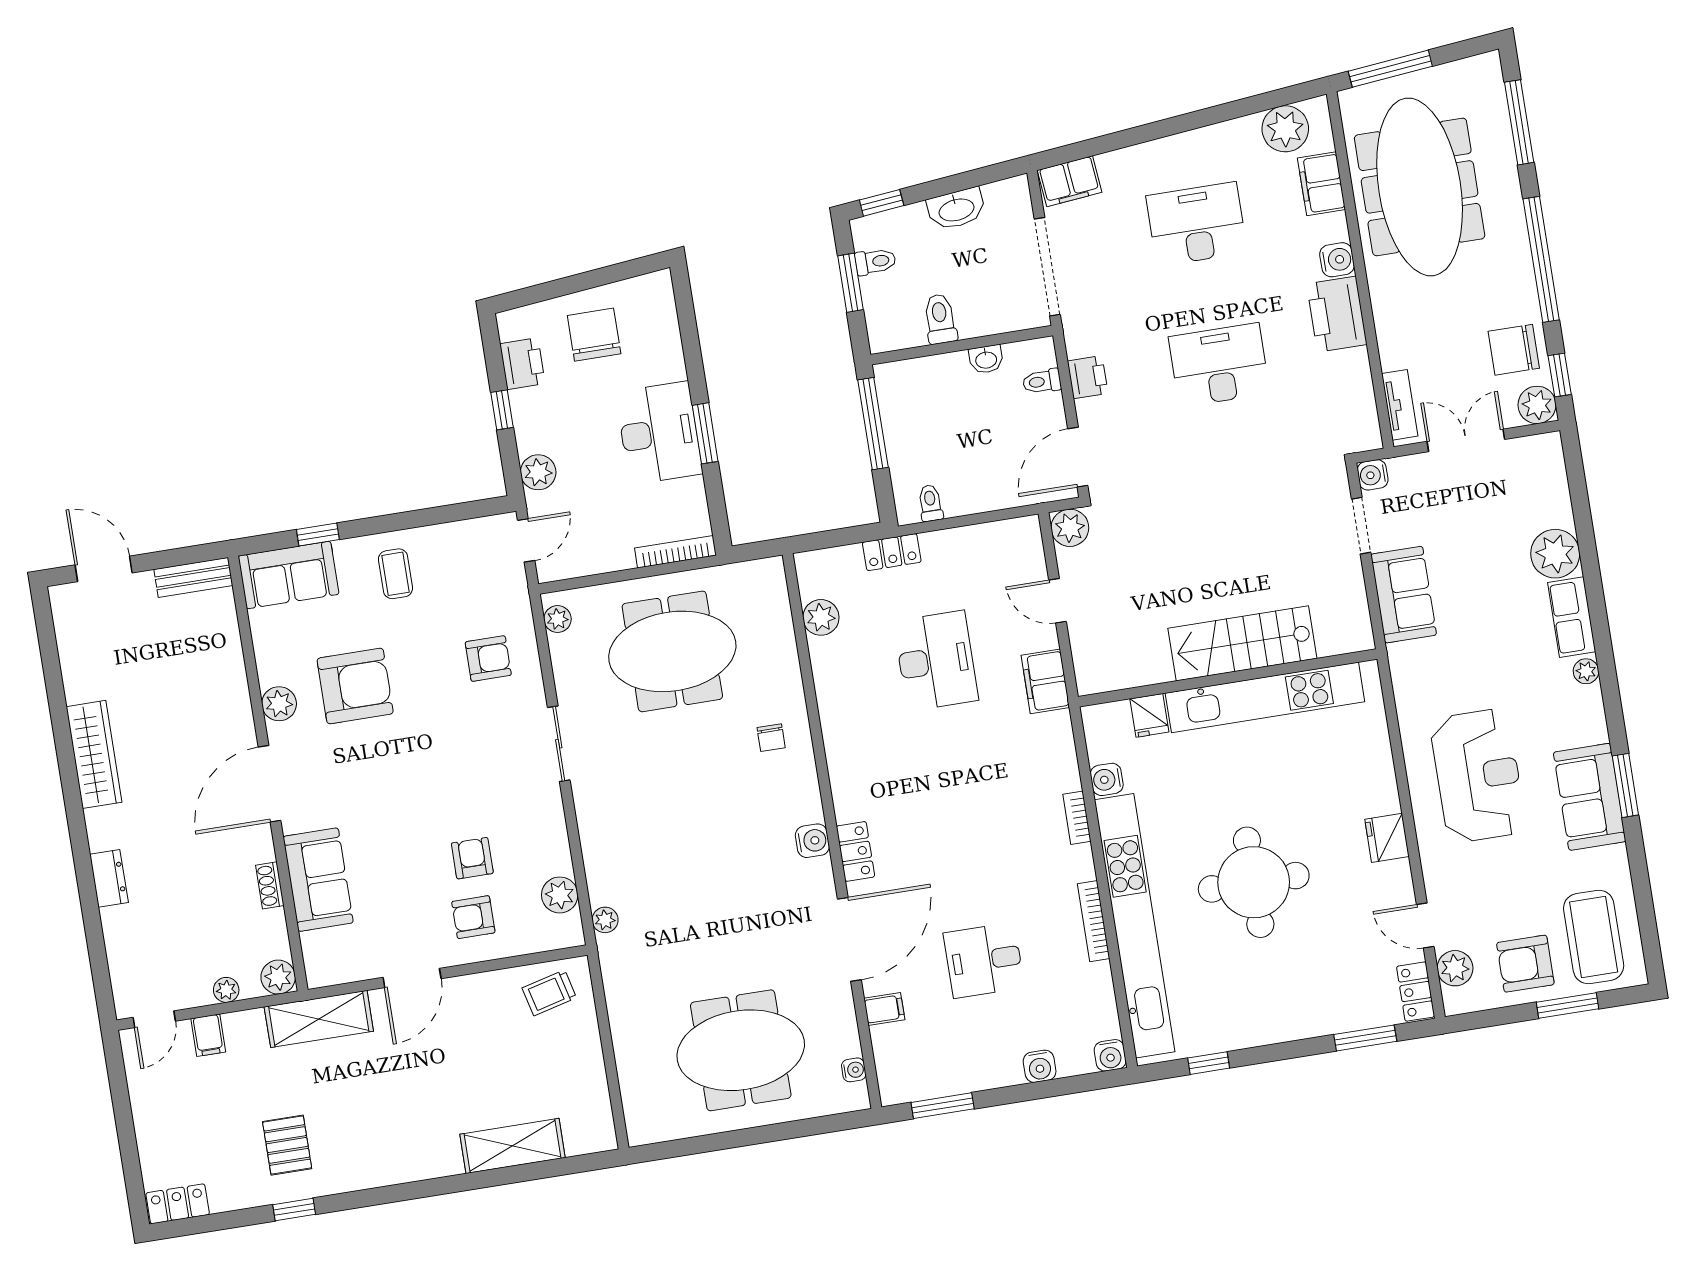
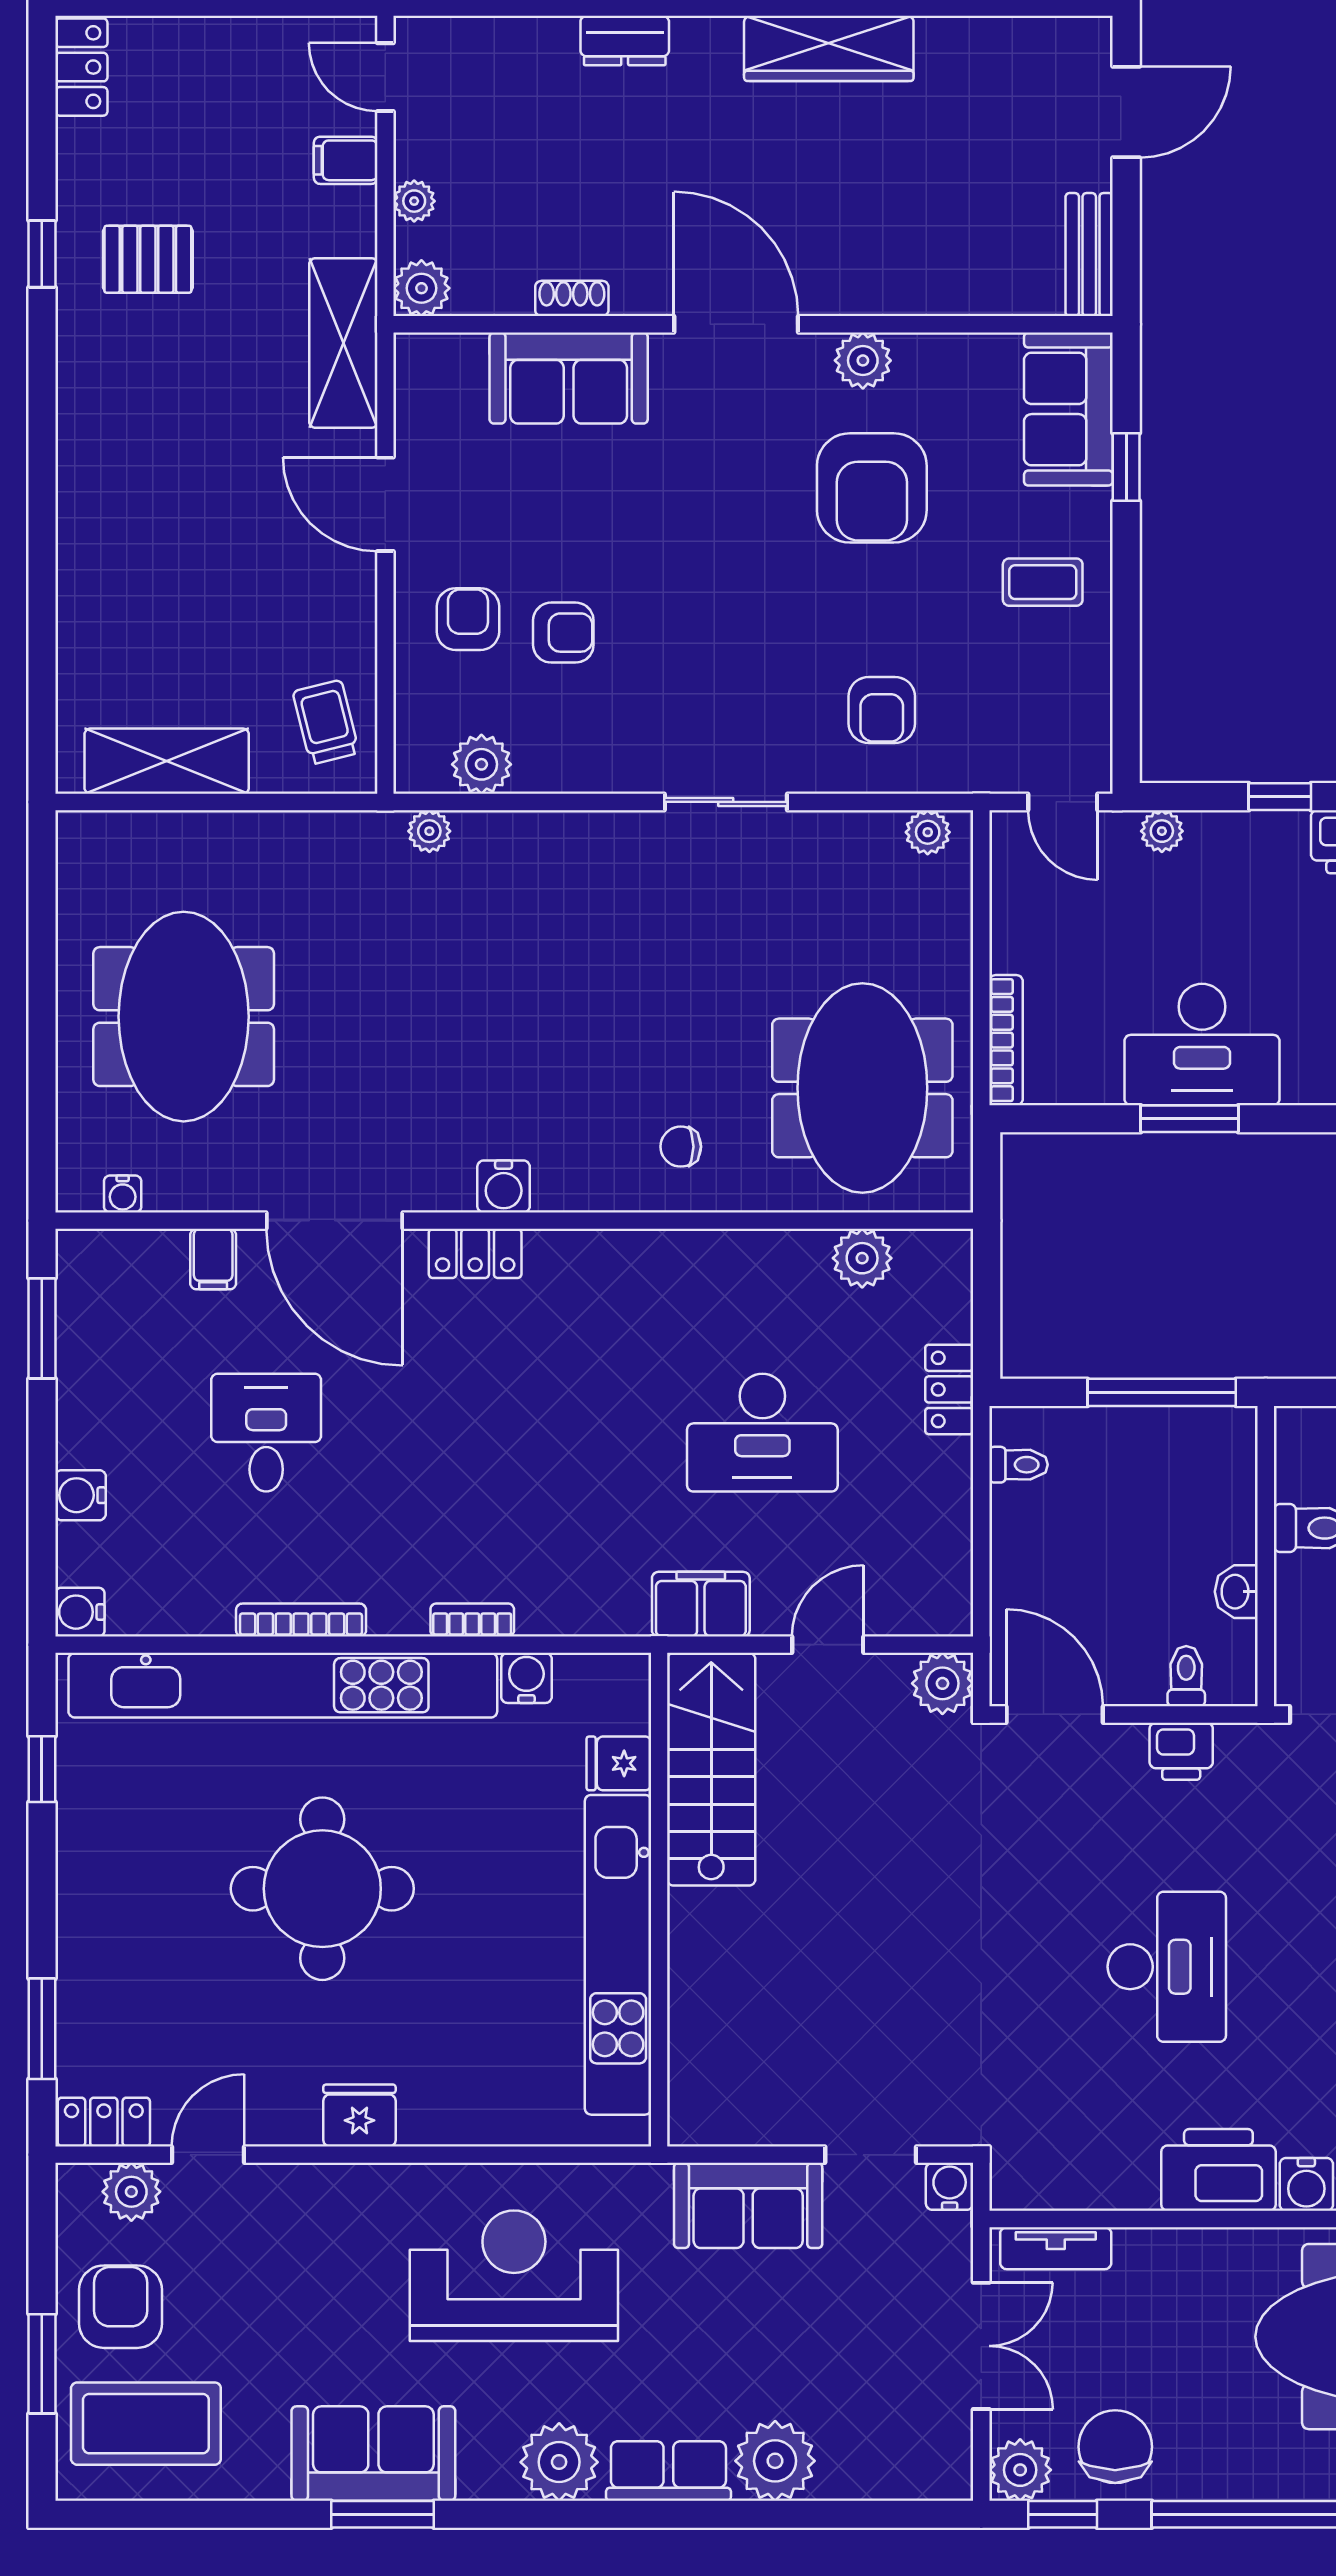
plant: (538, 472) -> (1162, 831), width x0.73, depth x0.73
stairs: (1242, 643) -> (711, 1769), moved
meeting table: (672, 651) -> (862, 1088), moved
plant: (1586, 671) -> (559, 2462), width x1.87, depth x1.87
reception desk: (1478, 776) -> (514, 2276), moved, turned 180
shelving: (513, 1146) -> (167, 761), moved, turned 90

